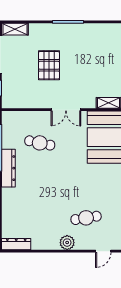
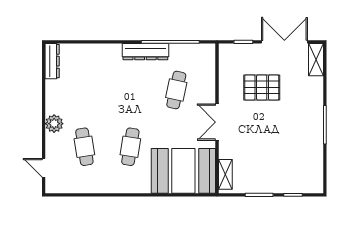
pallet: (49, 65) -> (262, 88), moved
cafe table: (86, 180) -> (130, 147), added

